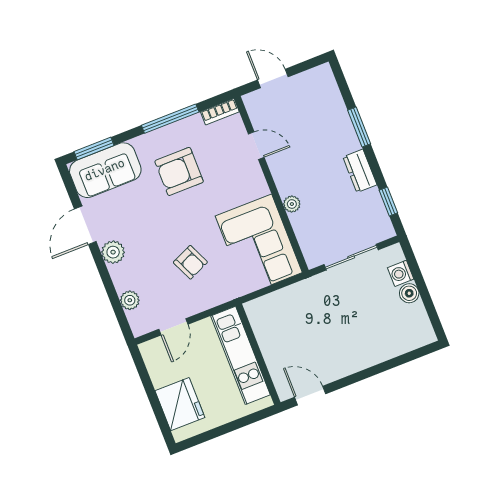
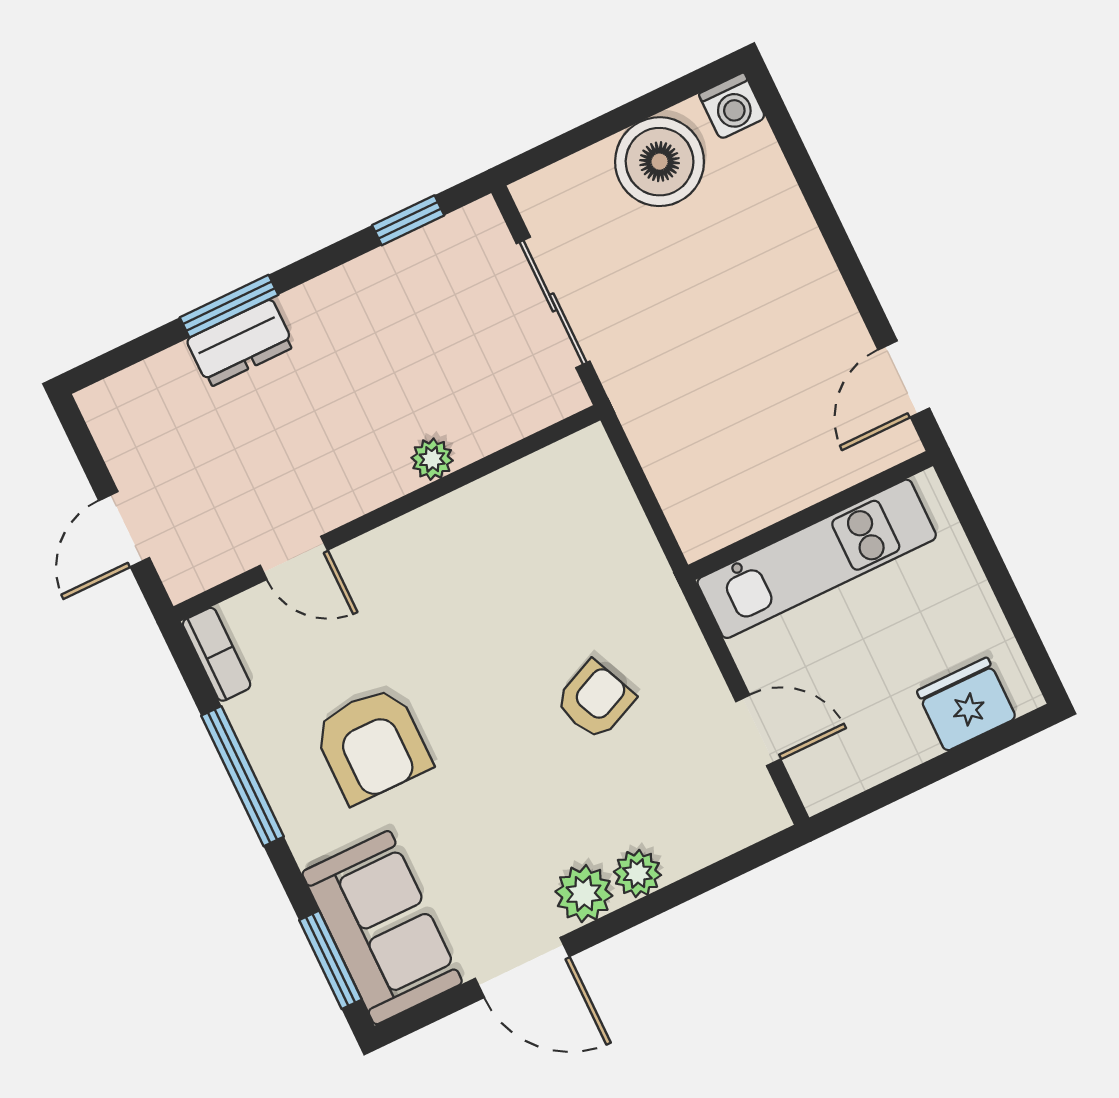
door: (256, 146) -> (294, 558), swing flipped
dresser: (360, 171) -> (240, 343), moved
corner sofa: (259, 244) -> (538, 534), removed
washing machine: (401, 273) -> (732, 106), moved
boiler: (409, 293) -> (660, 162), width x1.86, depth x1.86
plant: (130, 300) -> (637, 873), moved
fridge: (180, 404) -> (966, 704), width x0.73, depth x0.75

